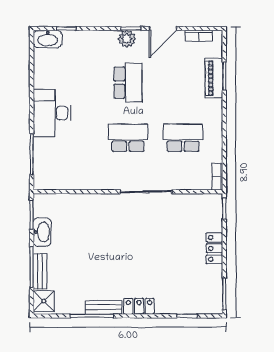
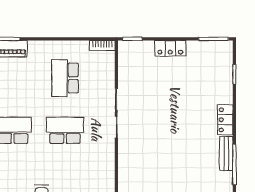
school desk: (128, 138) -> (65, 130), turned 90

